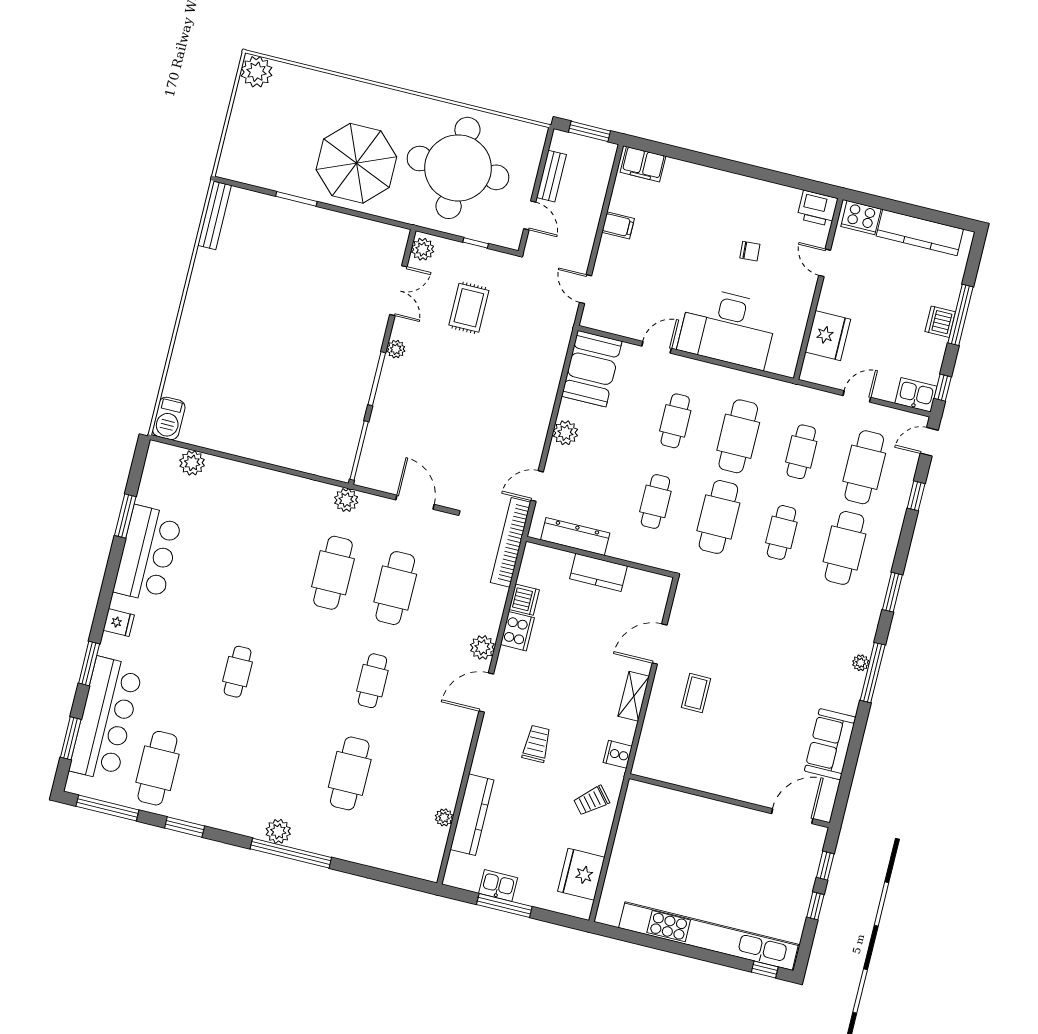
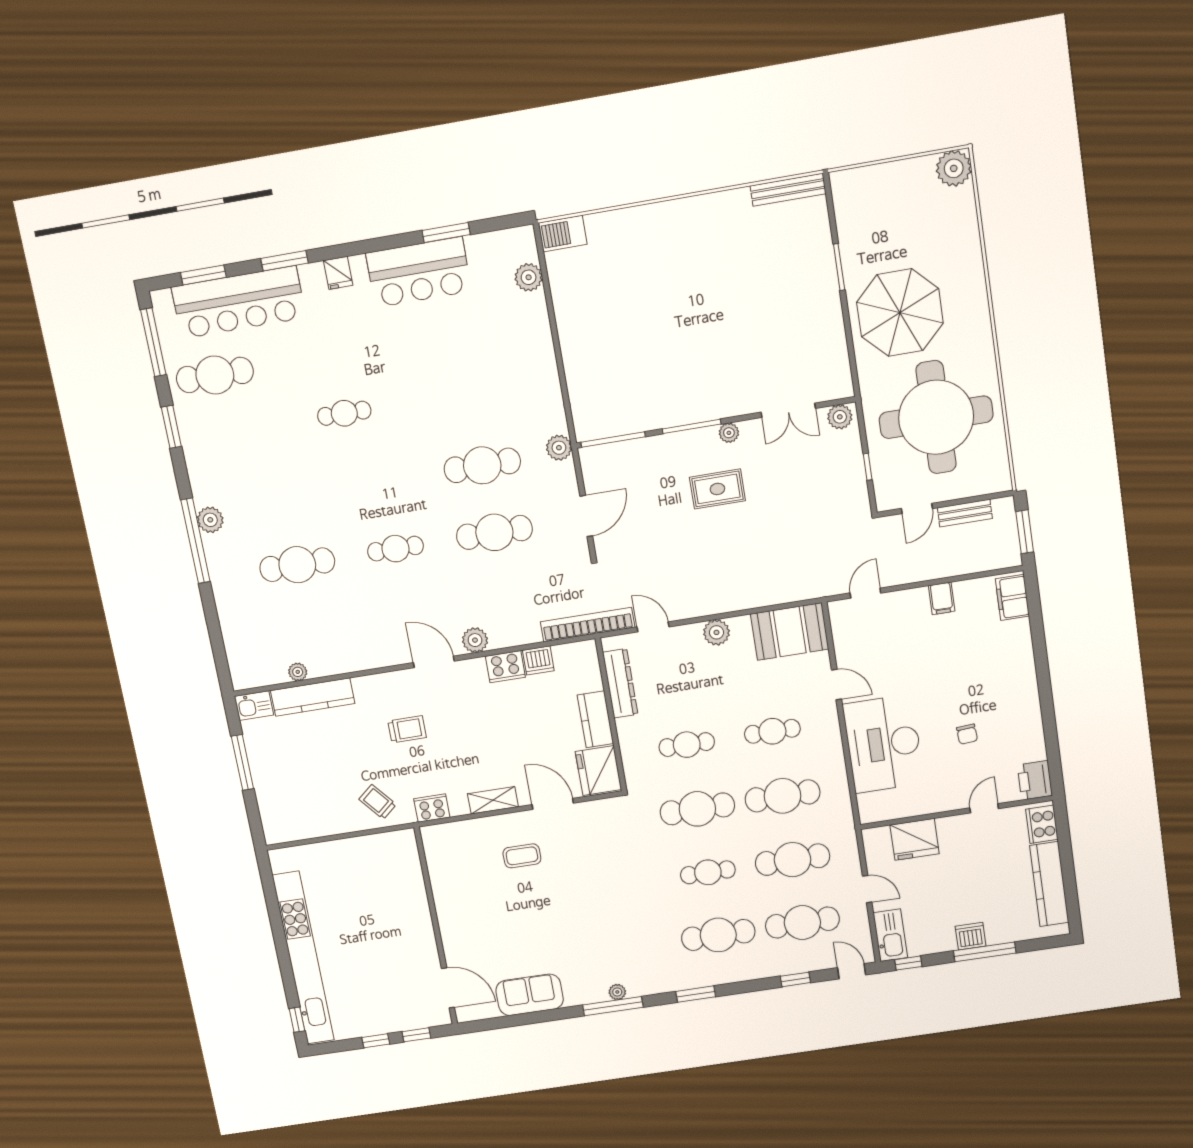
rug: (469, 308) -> (717, 489), moved
kitchen sink: (916, 395) -> (890, 935), width x1.38
cafe table: (801, 452) -> (793, 860), width x1.37, depth x1.35
cooker: (618, 754) -> (432, 808), width x1.36
fridge: (581, 874) -> (598, 771), moved, turned -90
kitchen sink: (498, 886) -> (254, 706), moved, turned 90

